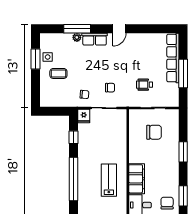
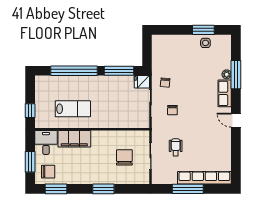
coffee table: (58, 73) -> (188, 55), removed
chair: (154, 132) -> (124, 157), turned 180
window: (74, 137) -> (119, 71), width x2.17

